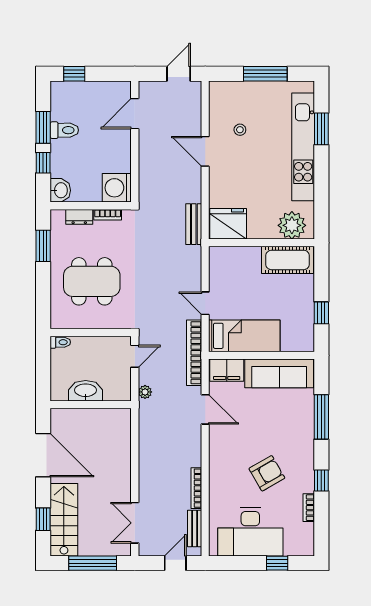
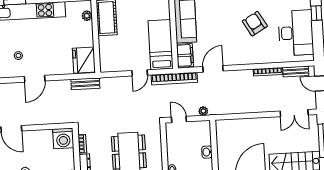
plant: (292, 225) -> (87, 16), width x0.53, depth x0.53
washbasin: (86, 391) -> (207, 152), width x0.52, depth x0.69

